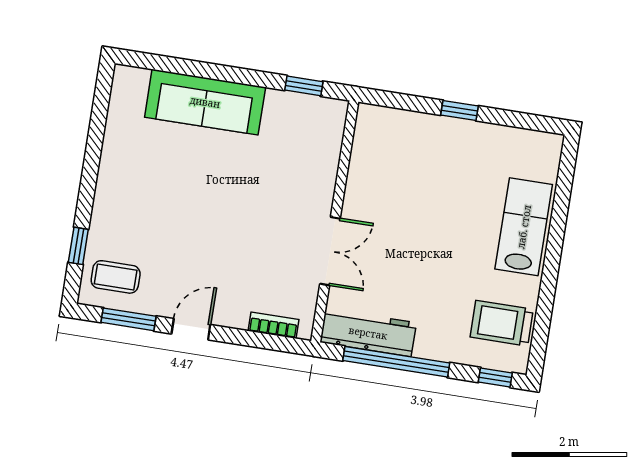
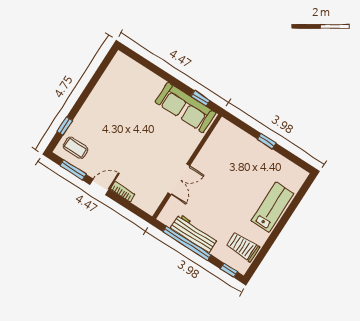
sofa: (205, 102) -> (185, 108), moved
bookcase: (273, 325) -> (122, 192), moved
workbench: (368, 333) -> (194, 233), moved

